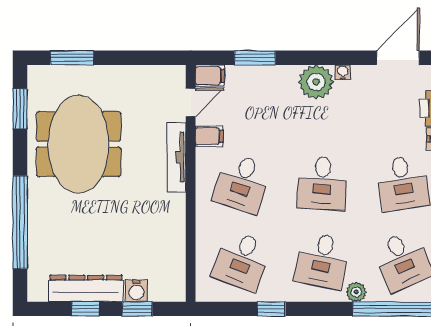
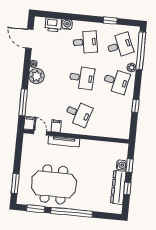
window: (255, 58) -> (23, 102), width x1.44
window: (20, 222) -> (72, 212), moved
desk: (242, 261) -> (113, 117), removed

